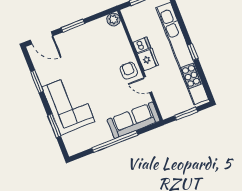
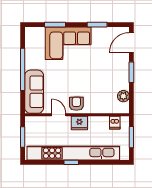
plant: (113, 20) -> (123, 96), moved
dishwasher: (142, 45) -> (115, 123), moved
armchair: (129, 71) -> (76, 104), turned -90
door: (148, 85) -> (59, 115), hinge flipped

